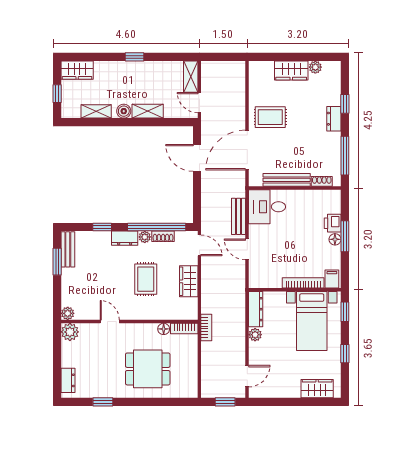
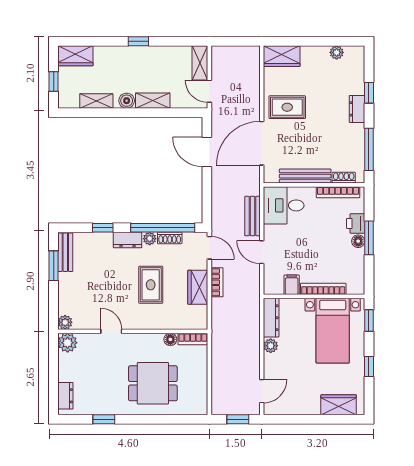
wardrobe: (291, 71) -> (282, 56), moved
bookcase: (317, 195) -> (338, 192), added
filing cabinet: (332, 279) -> (292, 285), moved
bookcase: (206, 328) -> (217, 282), moved

